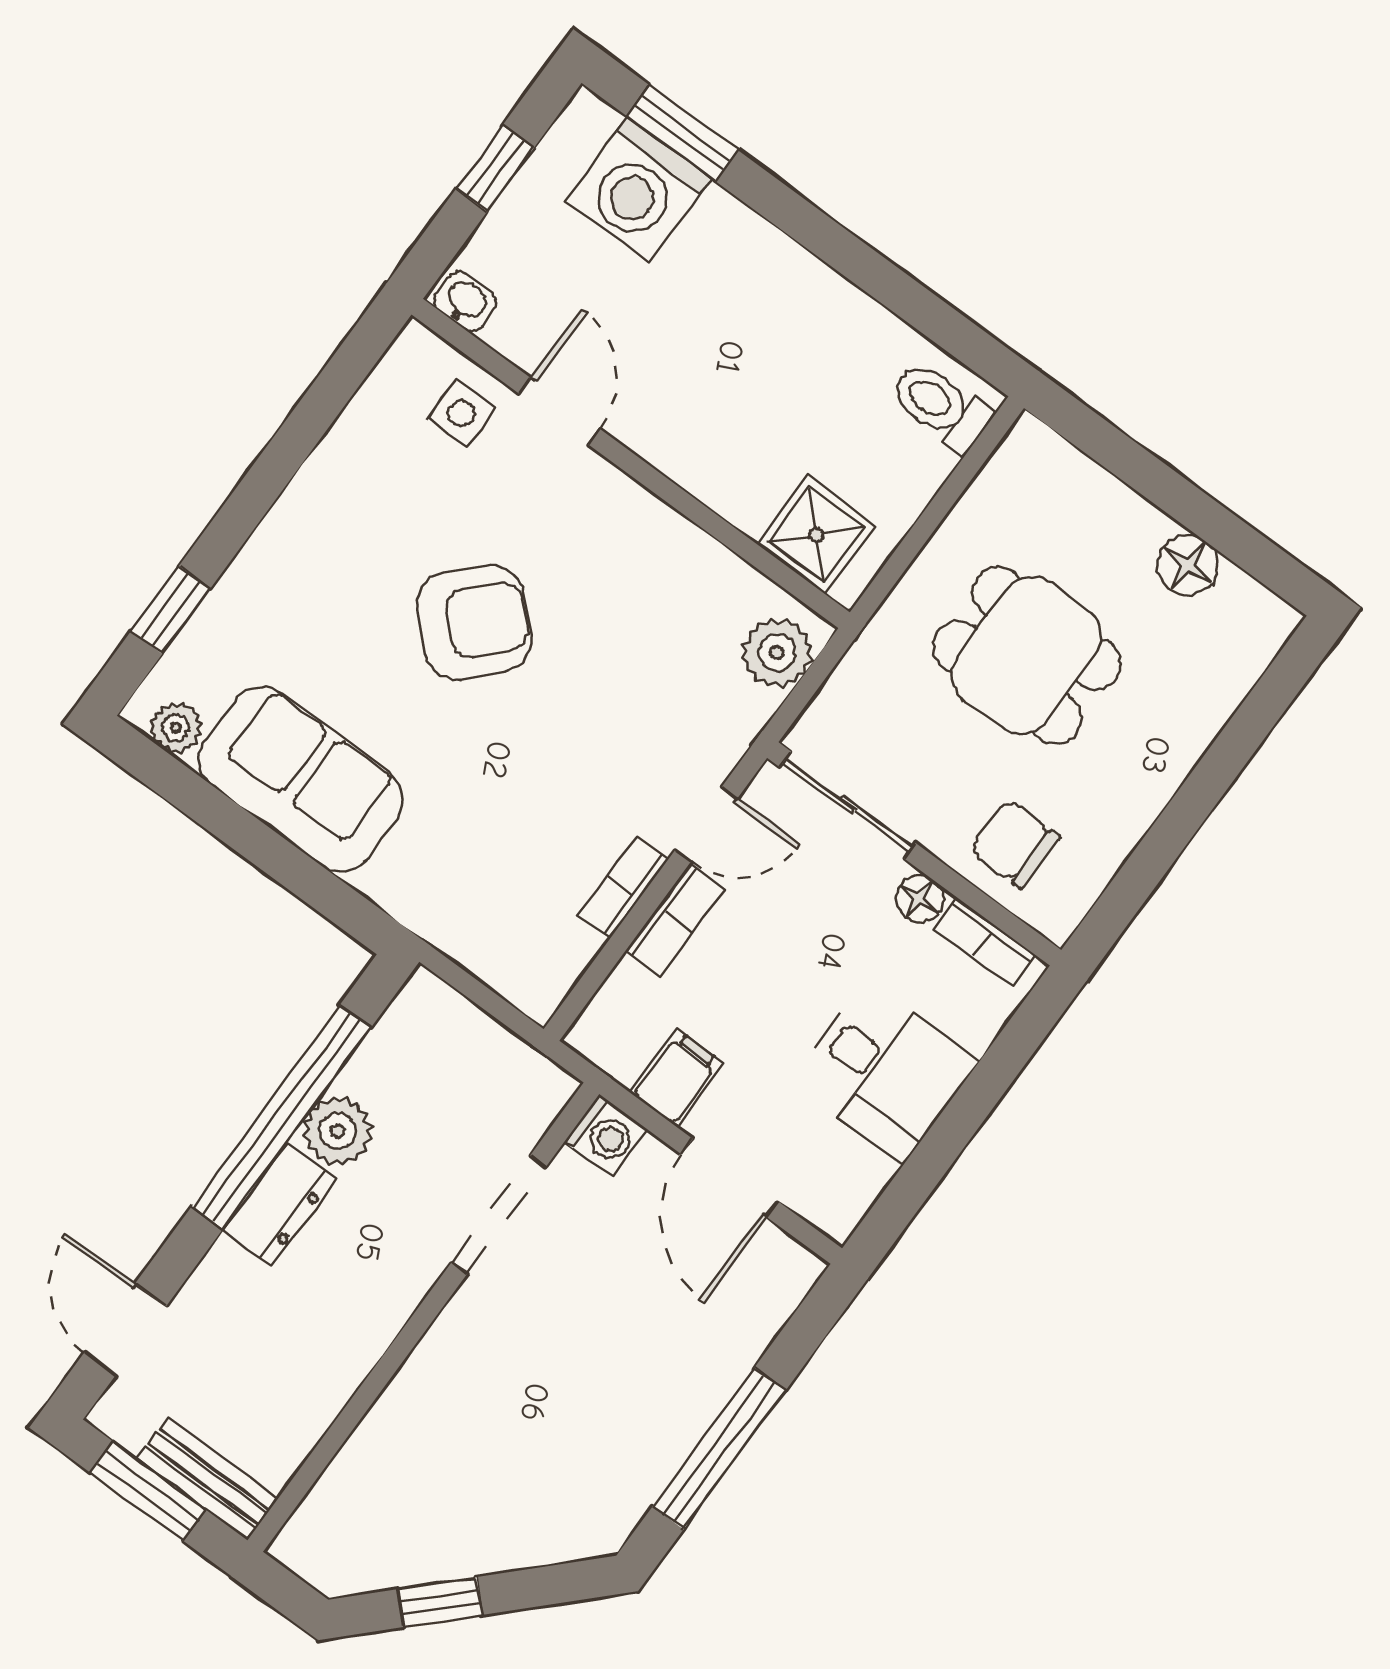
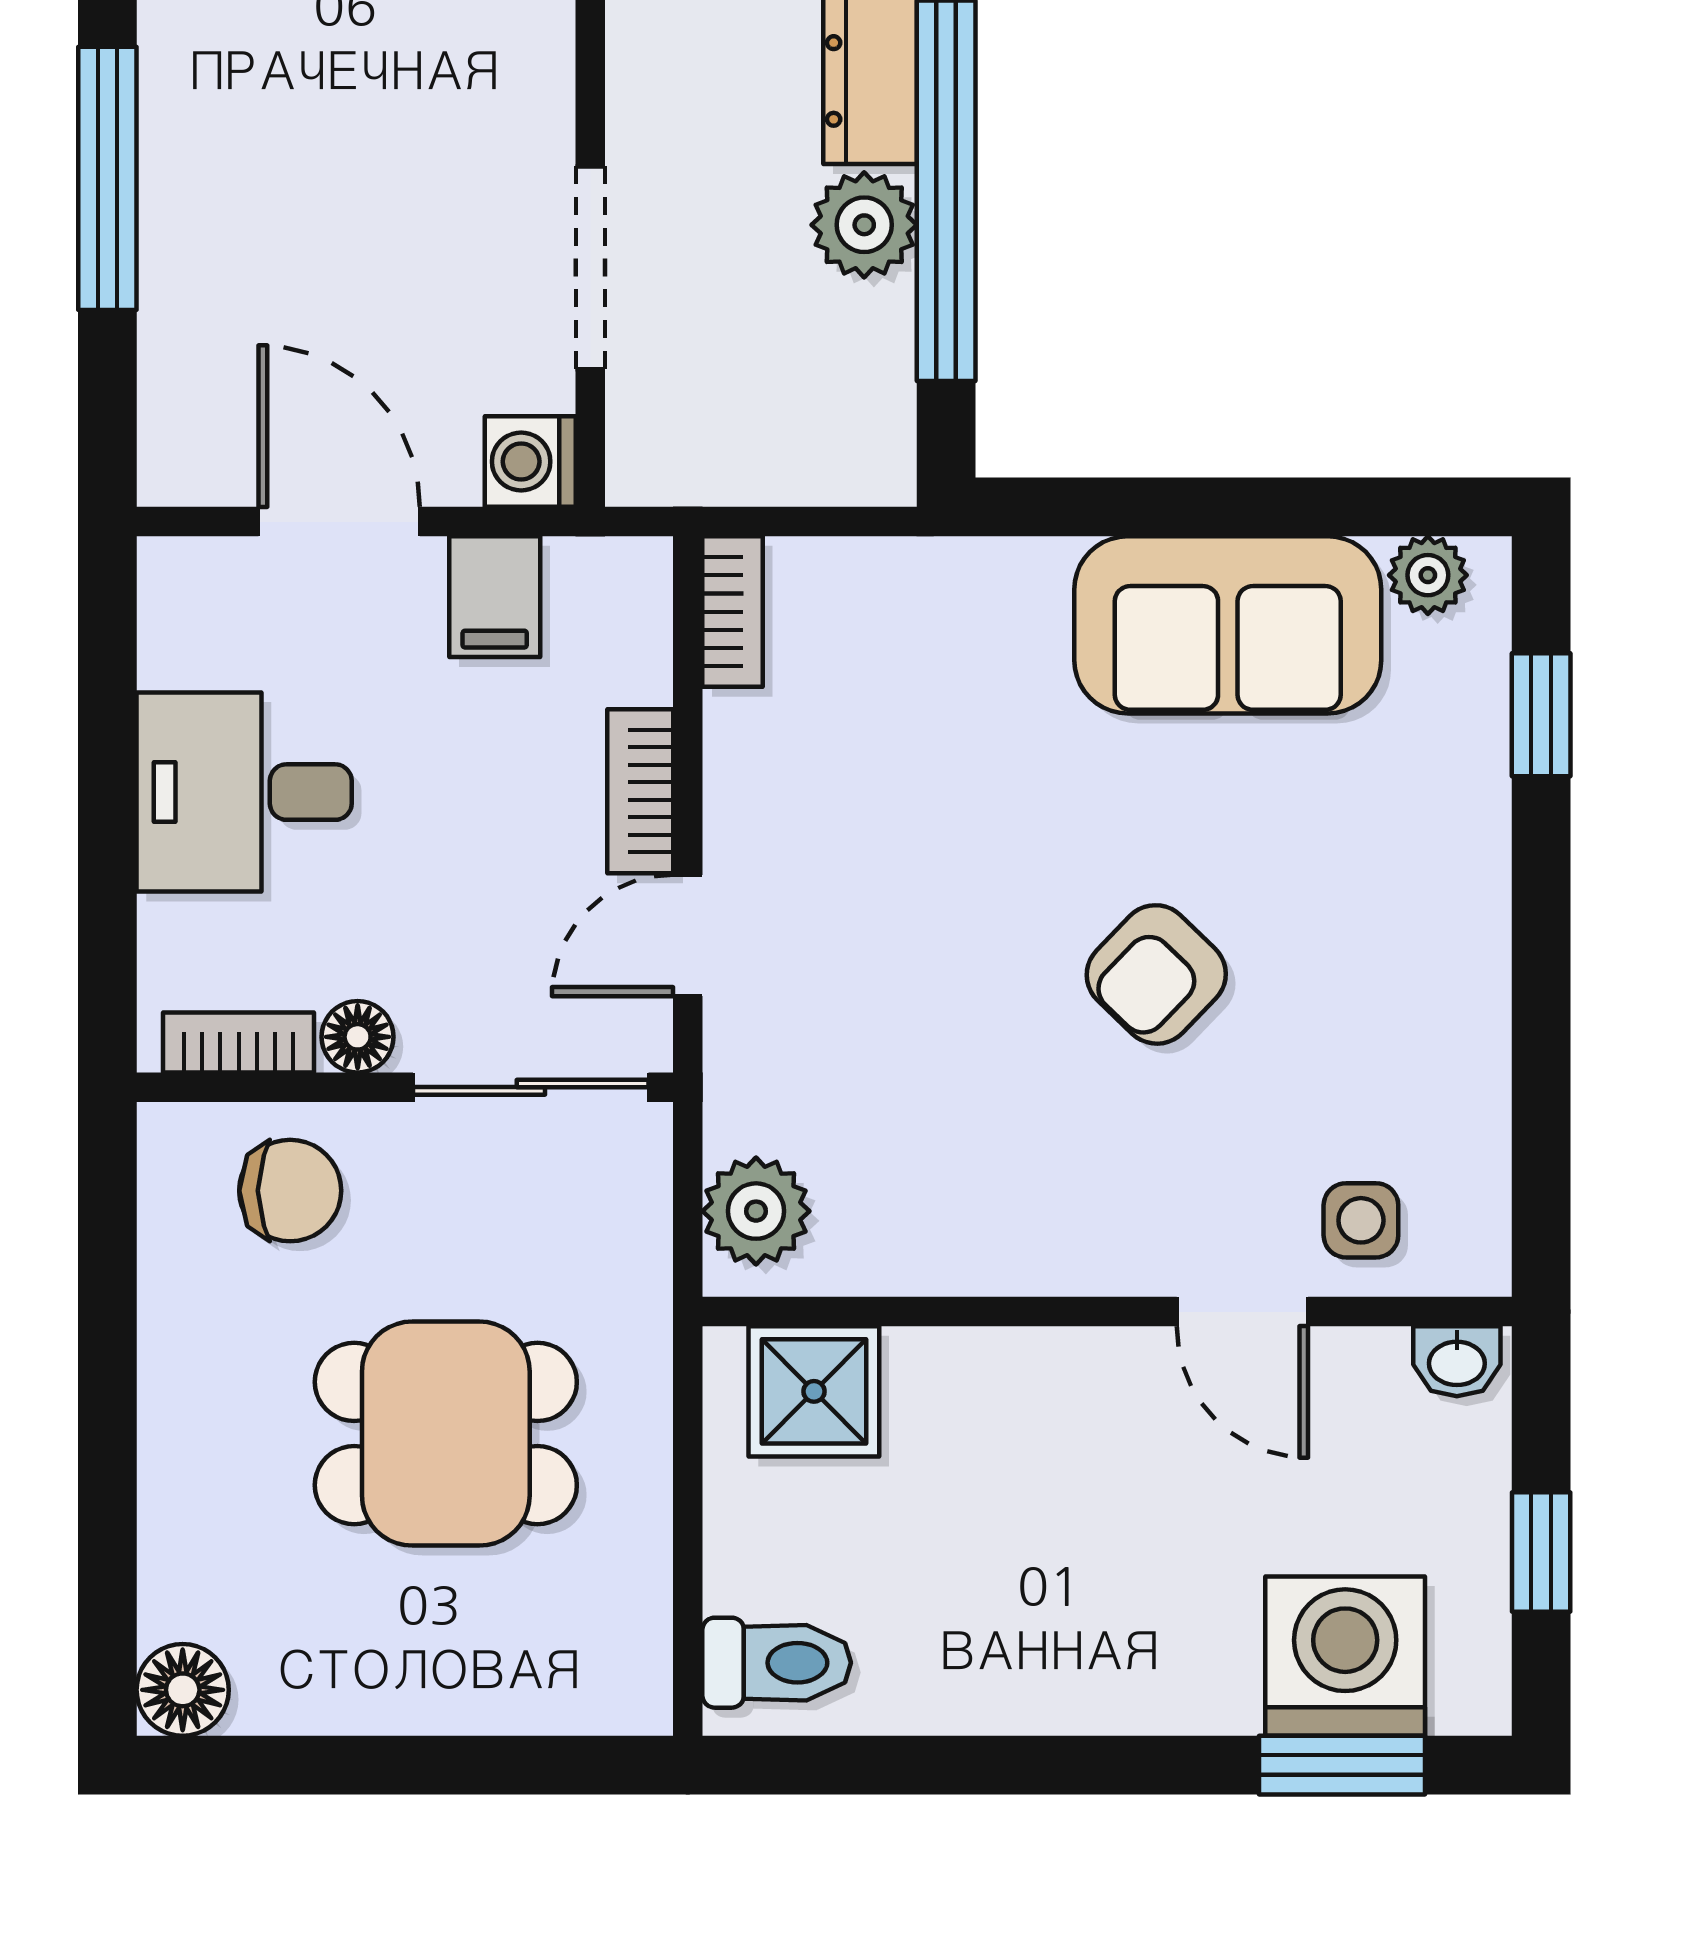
floor lamp: (1188, 566) -> (183, 1690), moved
armchair: (474, 622) -> (1156, 974), width x0.72, depth x0.72
bookcase: (624, 887) -> (733, 612), moved

